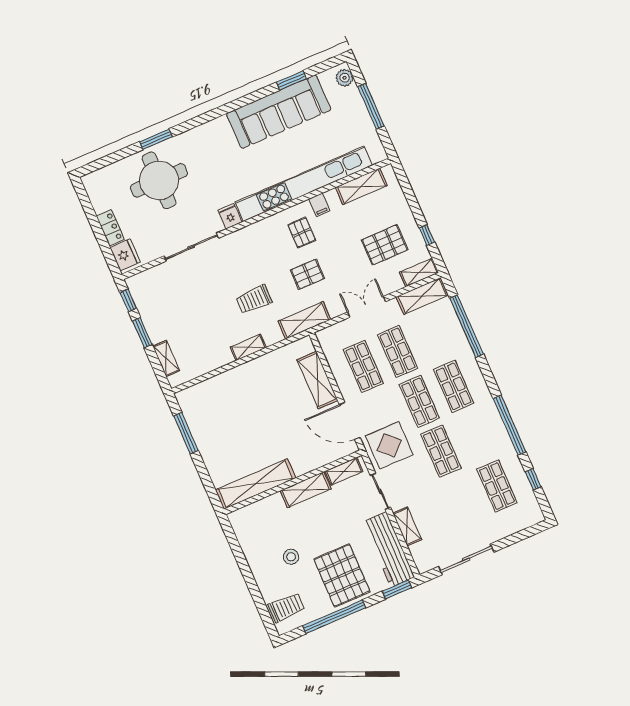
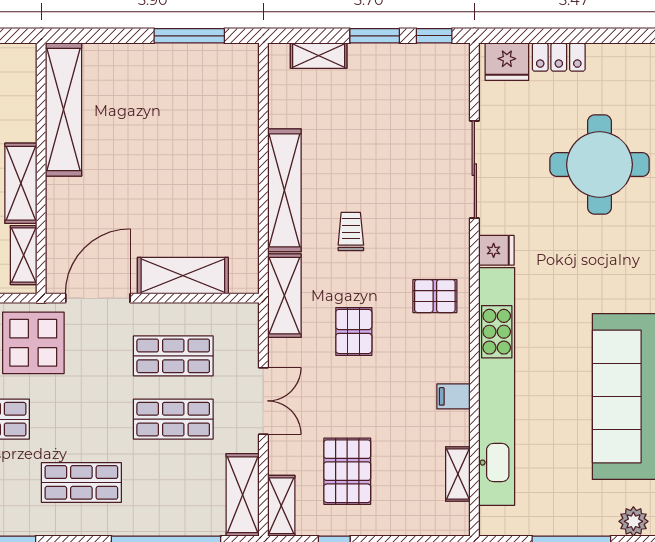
shelving: (361, 186) -> (458, 474), width x0.67, depth x0.75
pallet: (302, 233) -> (435, 296), moved
trolley: (254, 299) -> (351, 231), width x0.73, depth x0.72
shelving: (248, 347) -> (284, 190), width x2.20, depth x1.33
shop shelf: (419, 401) -> (81, 419), removed

